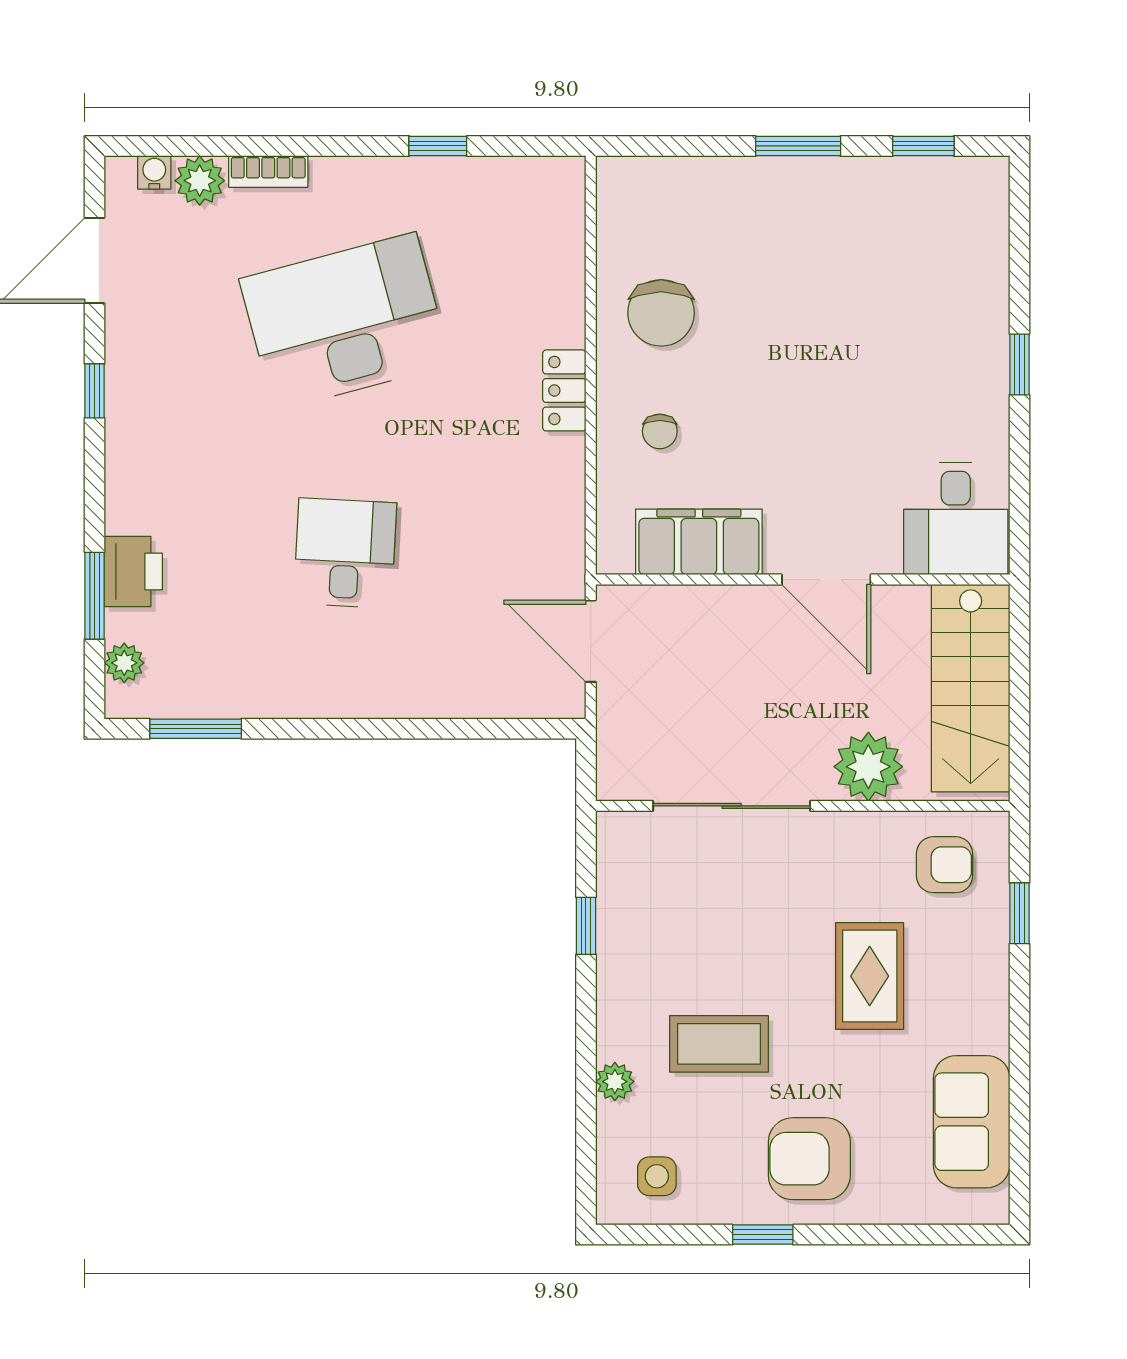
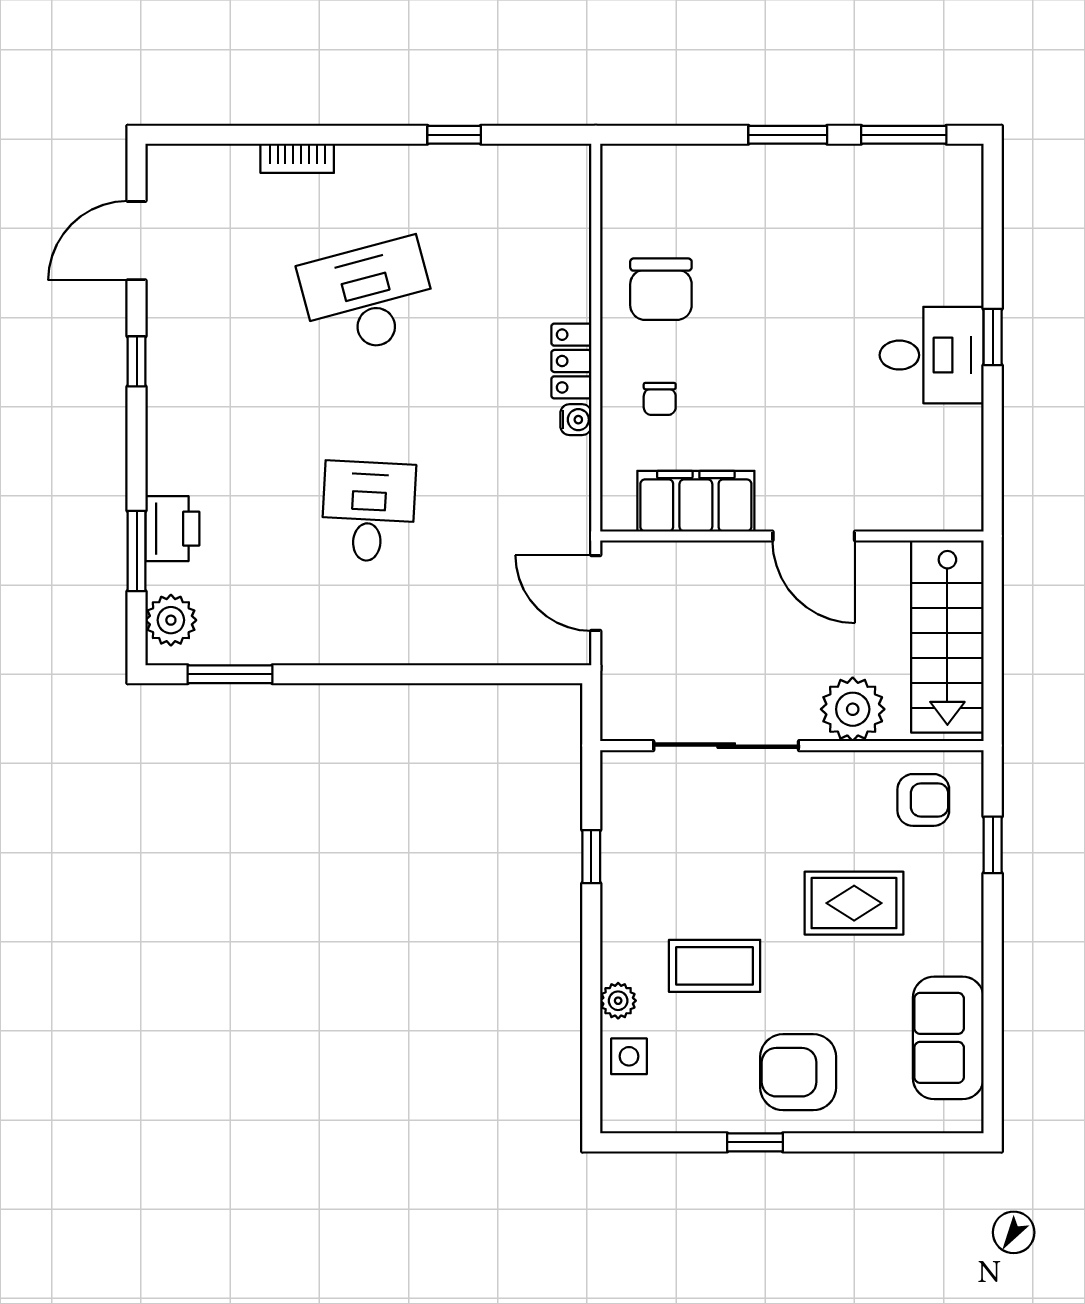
window: (923, 146) -> (904, 135), width x1.50
water cooler: (154, 172) -> (576, 420), moved, turned 90
plant: (200, 181) -> (234, 167), removed
desk: (345, 322) -> (368, 297), width x0.73, depth x0.77
desk: (956, 518) -> (932, 355), moved, turned -90
plant: (124, 663) -> (171, 620), width x1.38, depth x1.38
rug: (870, 976) -> (854, 903), turned 90
side table: (657, 1176) -> (629, 1056), moved

